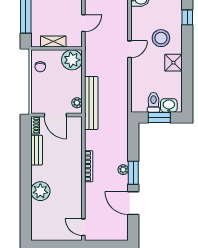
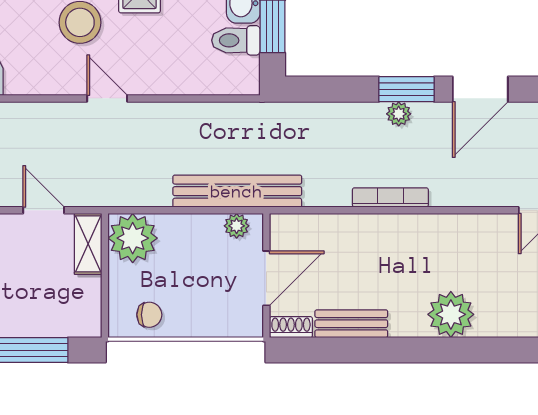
shelving: (53, 41) -> (88, 244), moved

